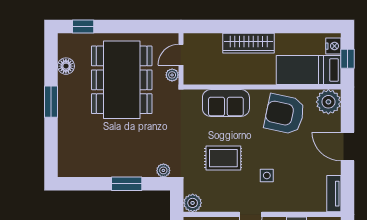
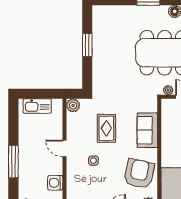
plant: (163, 170) -> (97, 84), removed
window: (127, 184) -> (87, 45), moved

